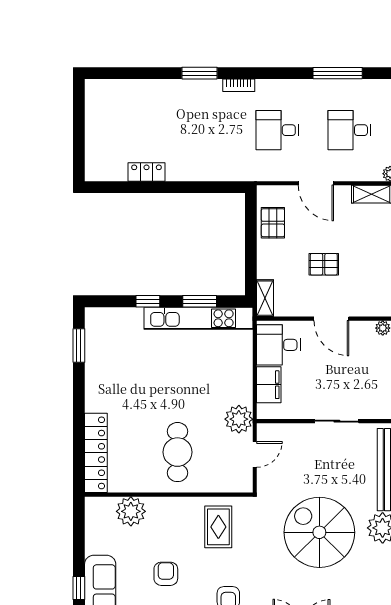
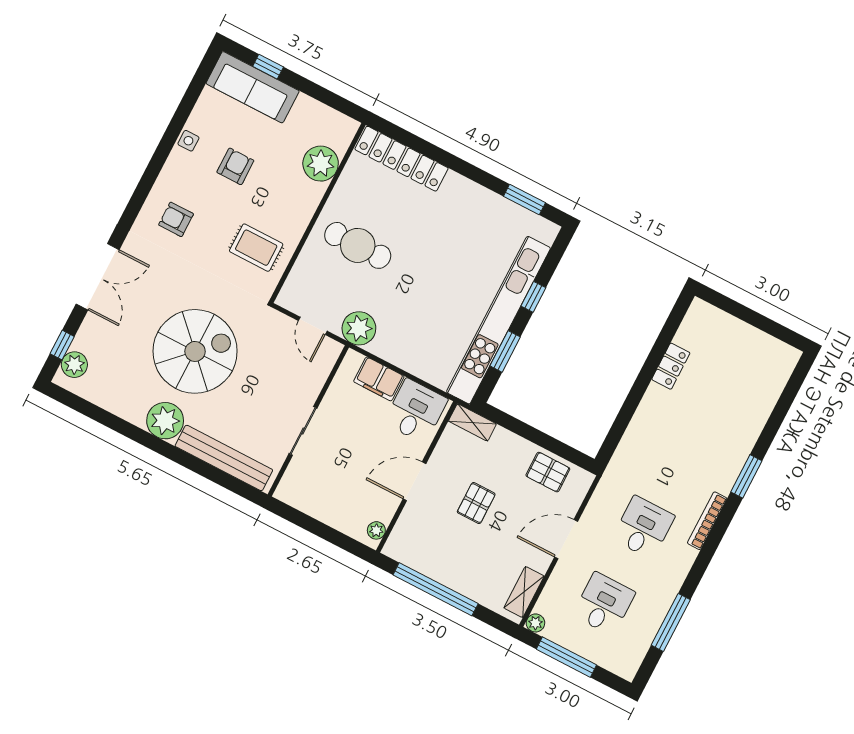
bookcase: (239, 85) -> (707, 521), width x1.56
kitchen unit: (199, 318) -> (498, 320), width x1.36
armchair: (166, 574) -> (235, 166), turned -90

